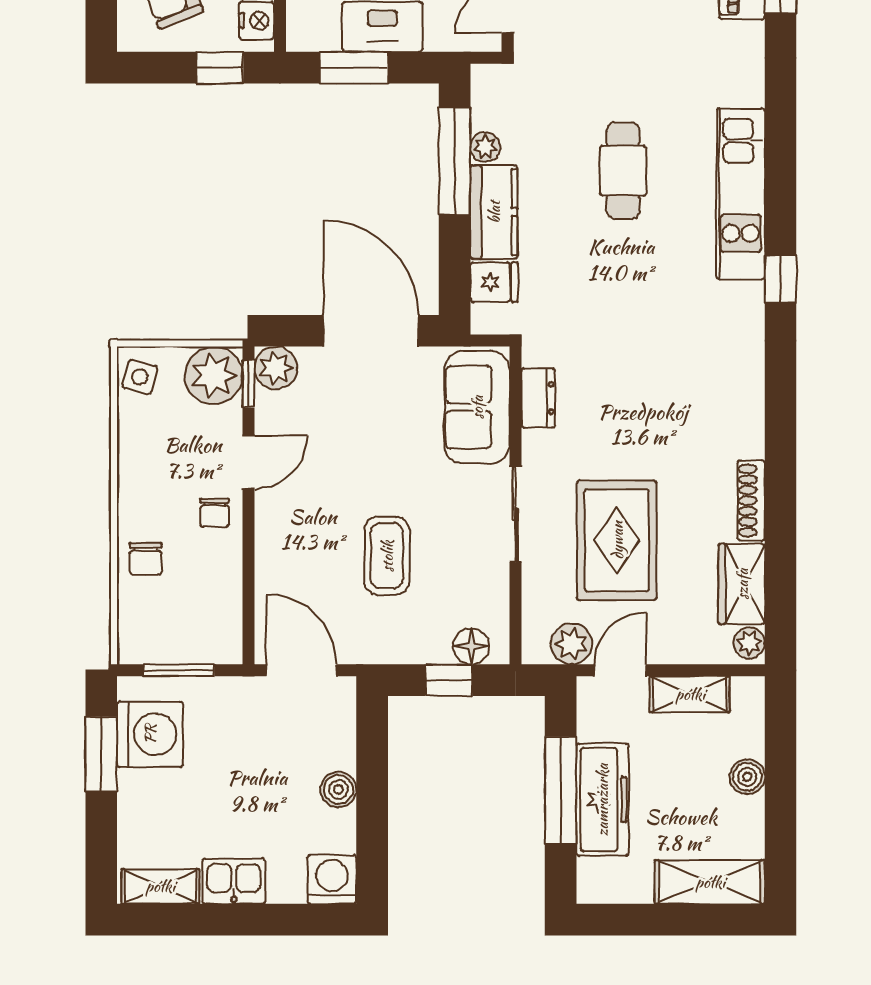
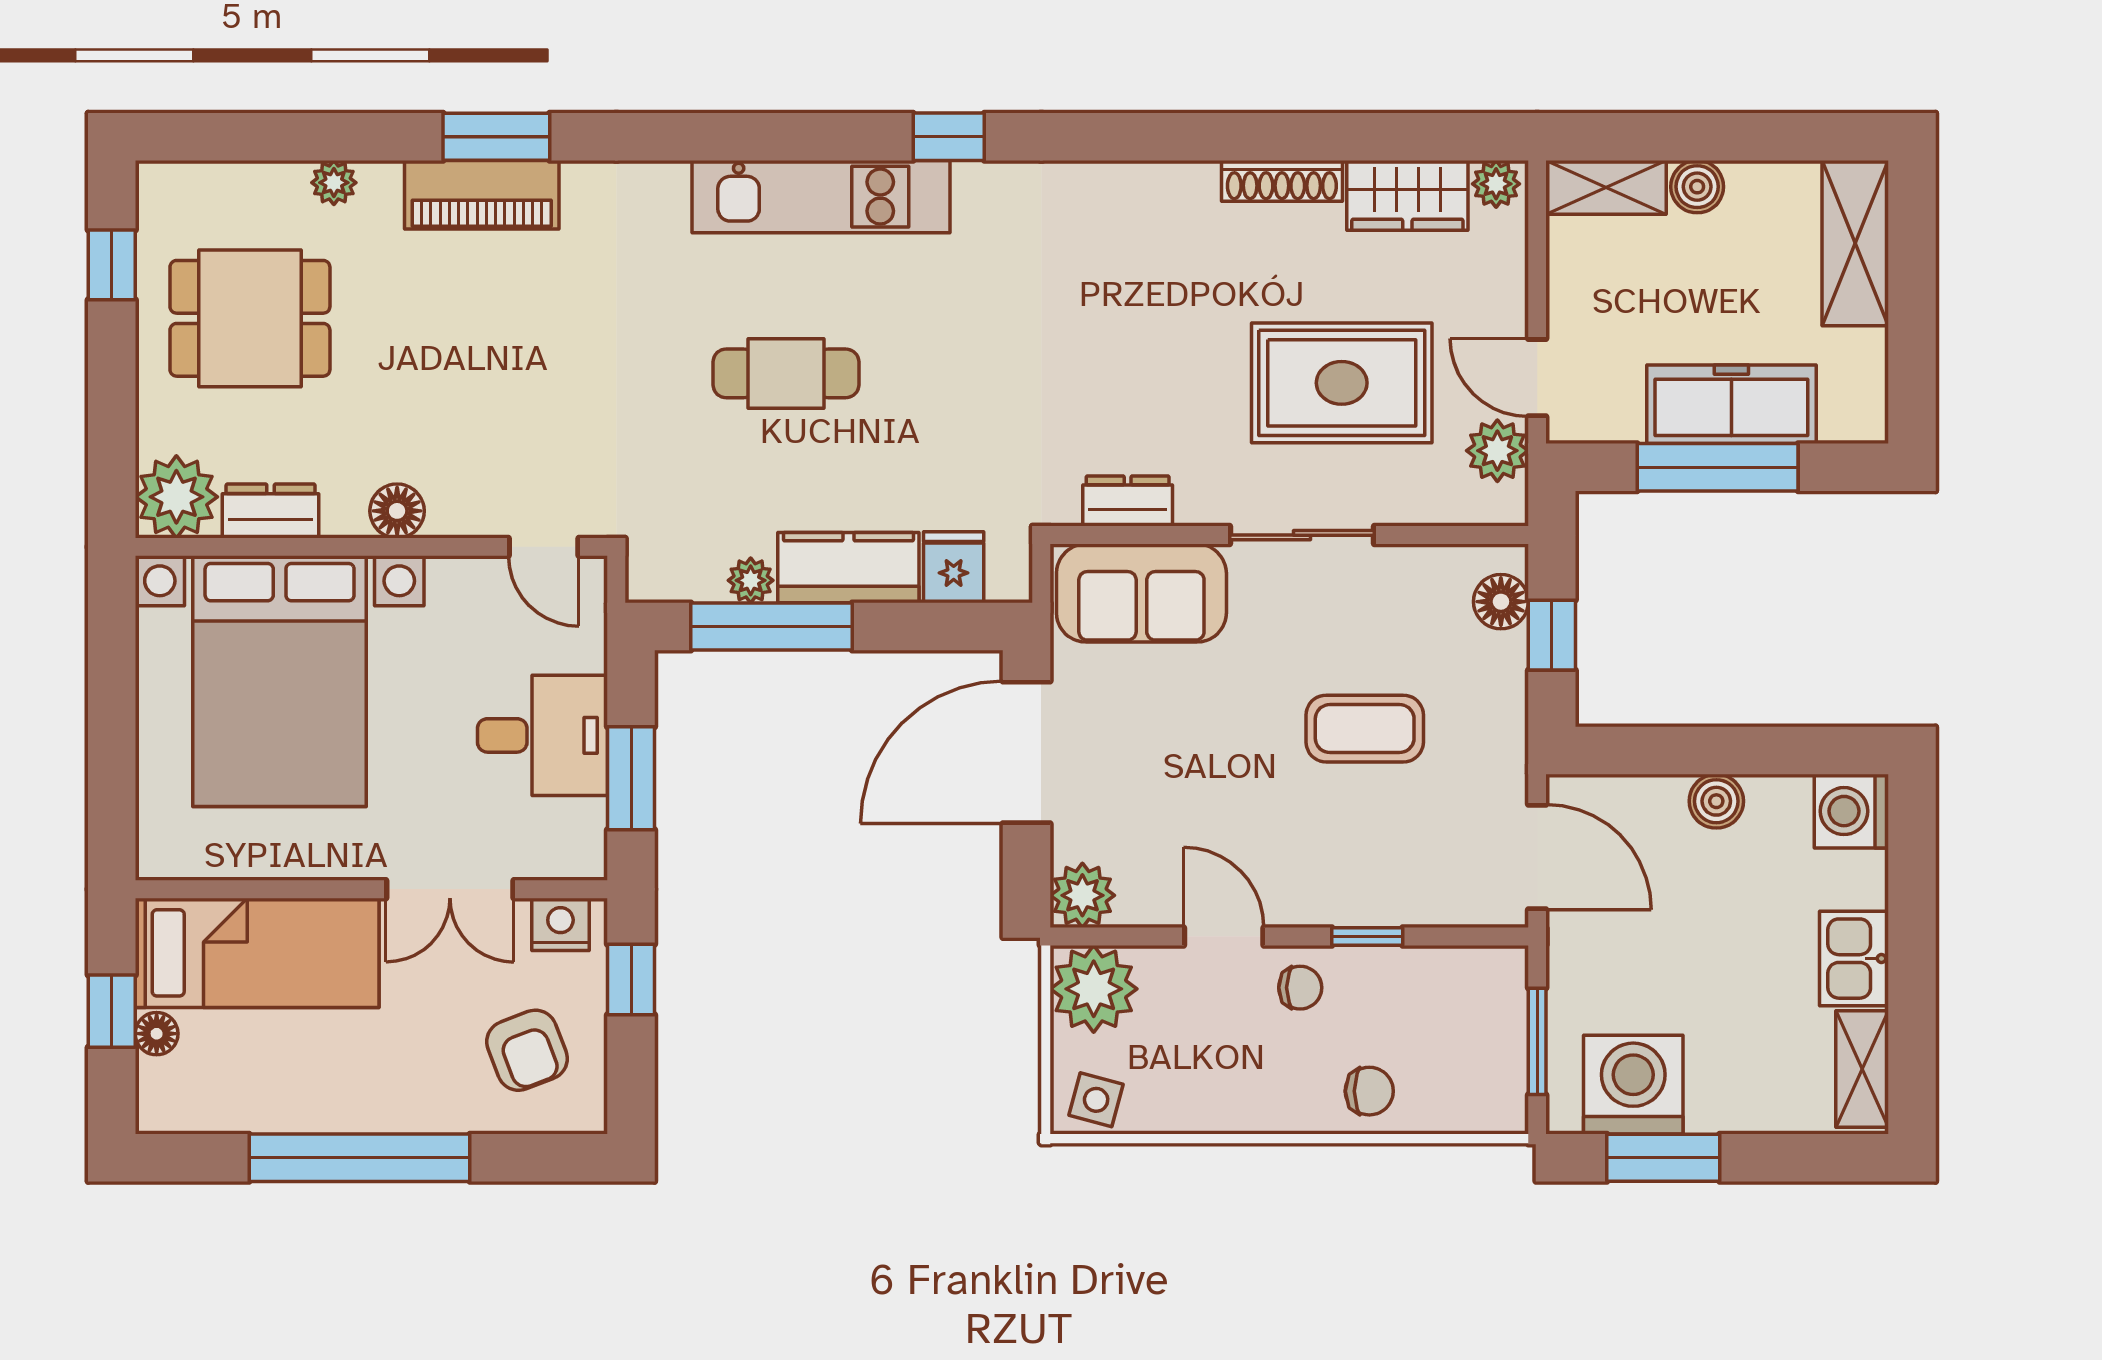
window: (248, 384) -> (1367, 936), moved
door: (301, 670) -> (1537, 857), swing flipped
shelving: (690, 694) -> (1606, 187), moved, turned 90

